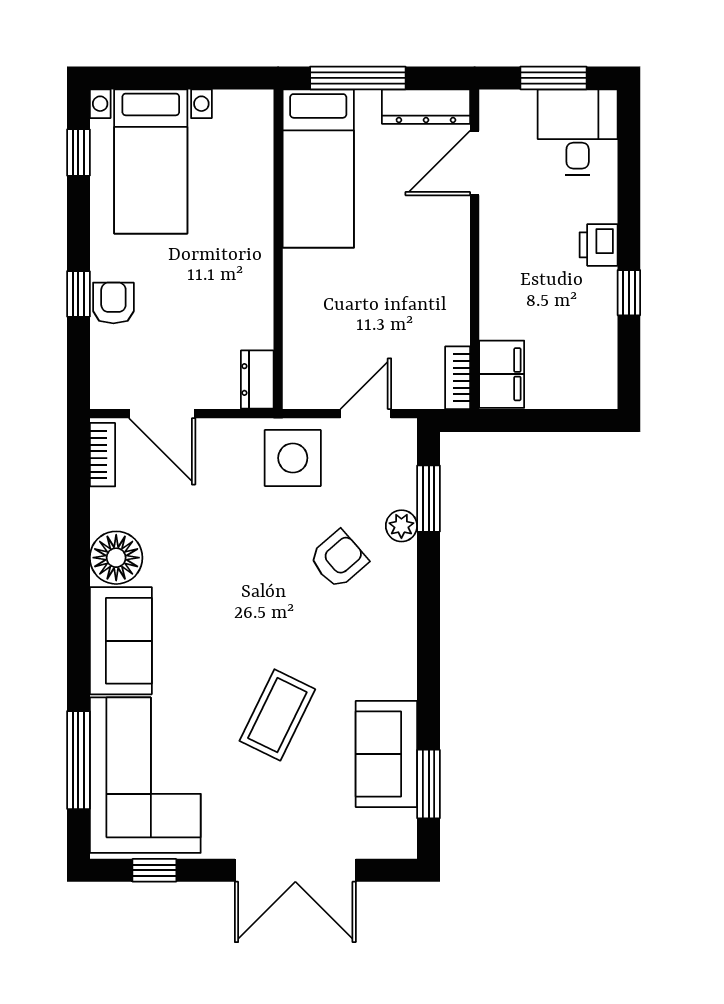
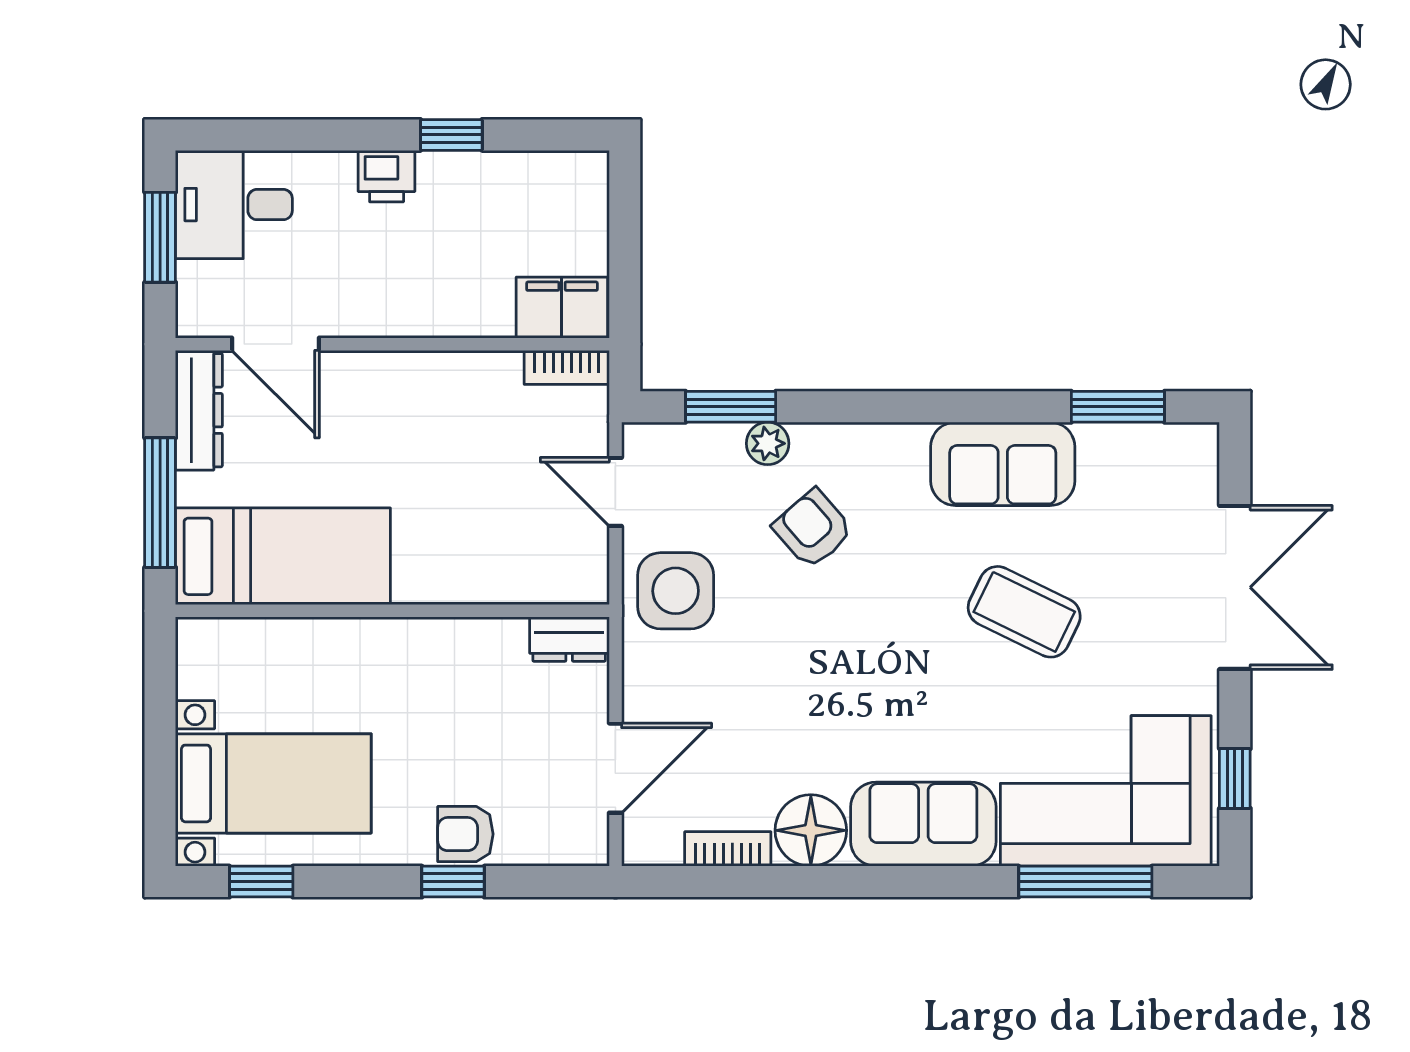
bookcase: (102, 455) -> (728, 849), moved
sofa: (386, 754) -> (1003, 464), moved

